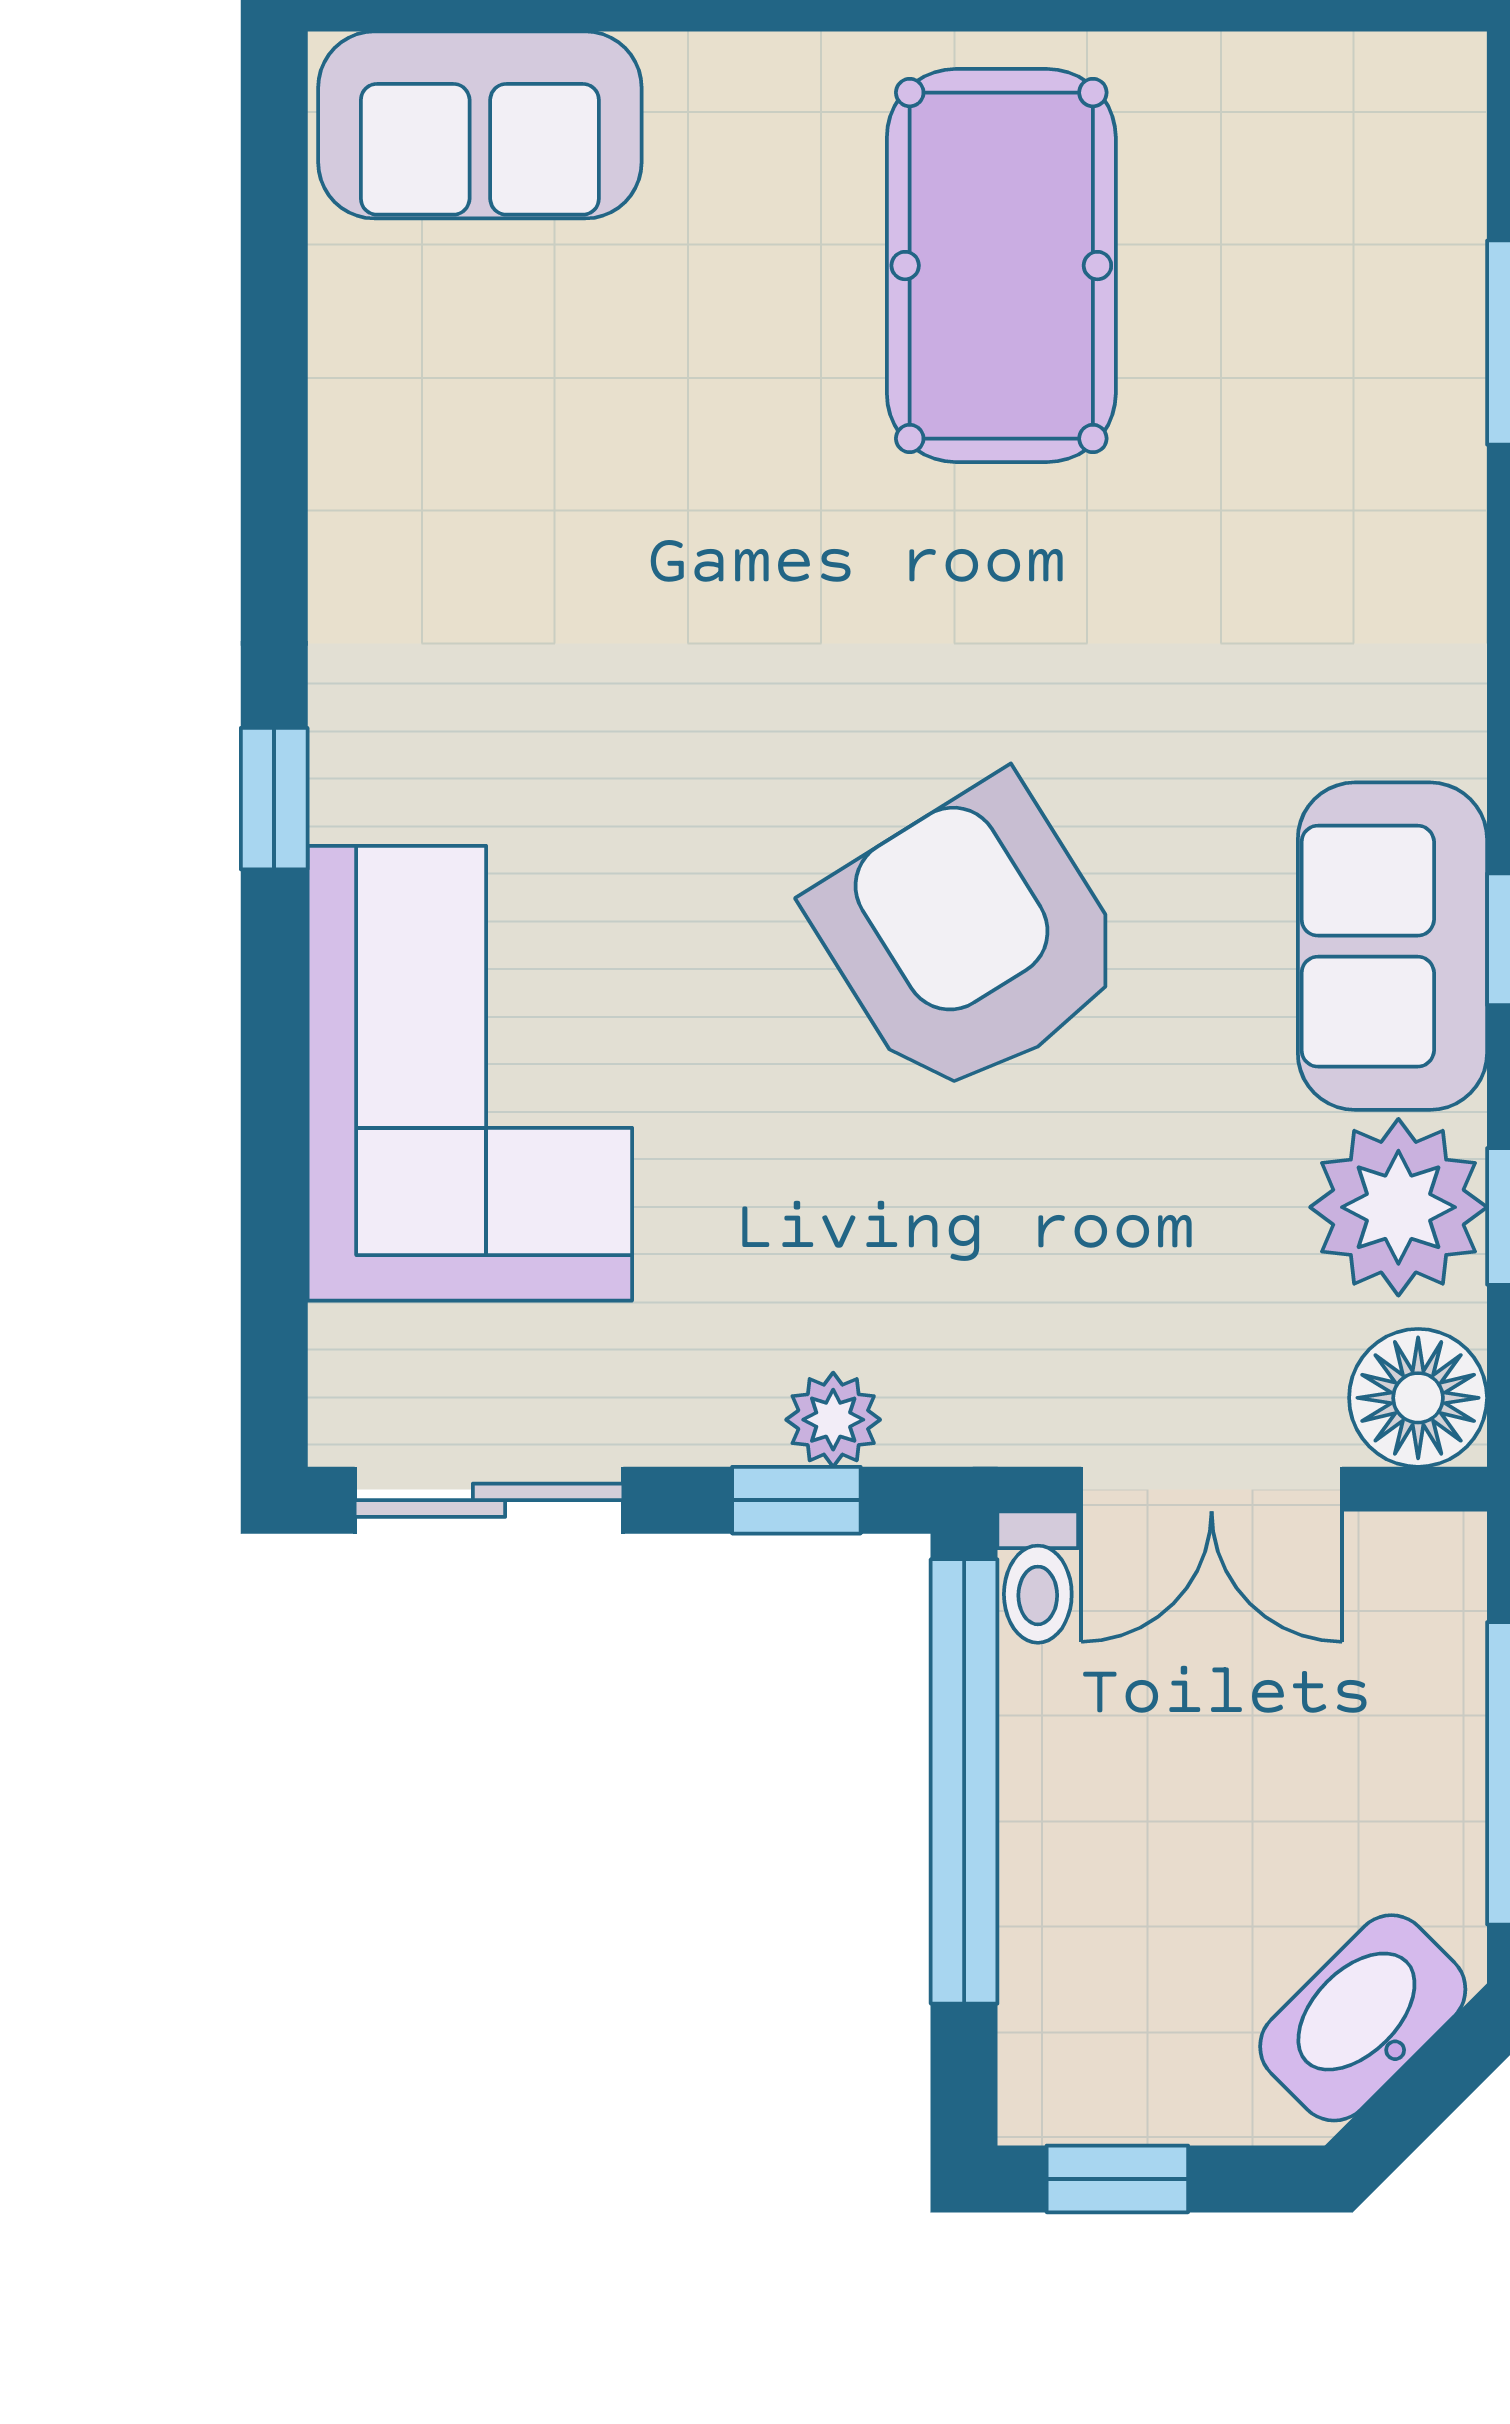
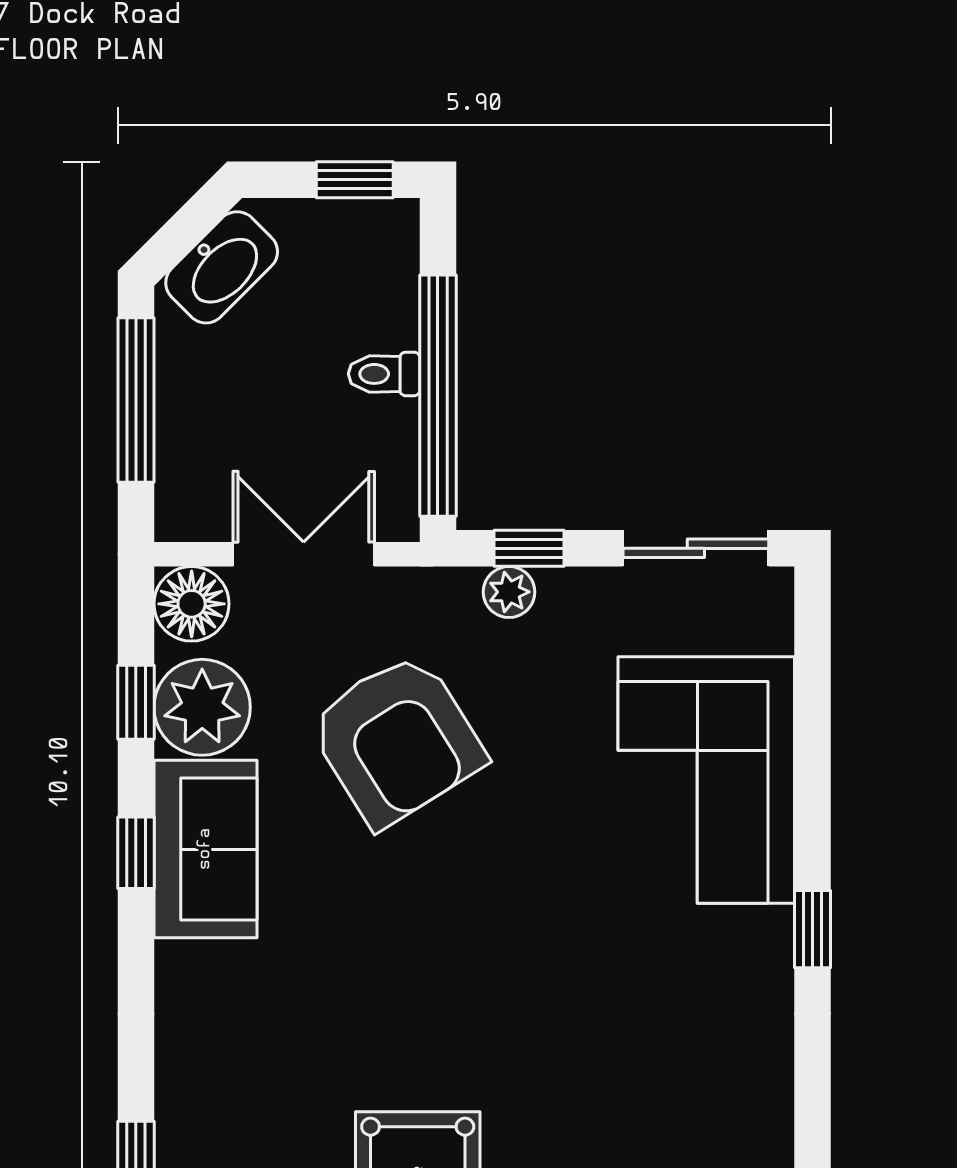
armchair: (970, 939) -> (397, 740), moved
toilet: (1038, 1577) -> (384, 374), moved, turned -90

